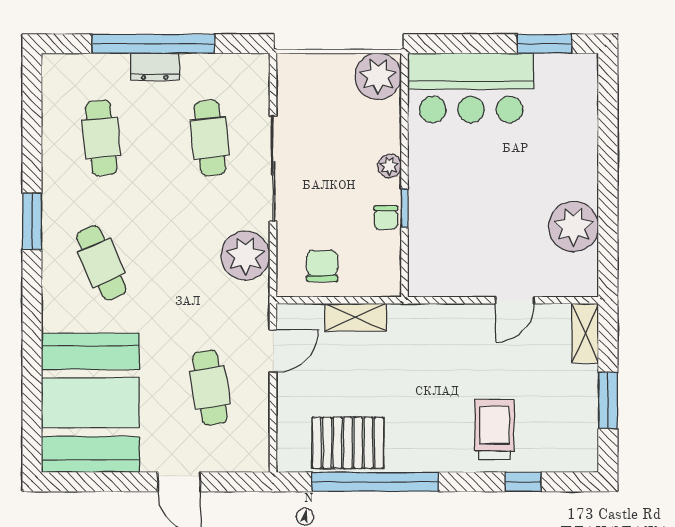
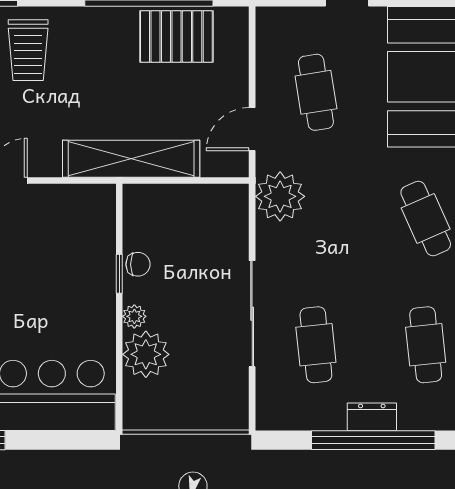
plant: (378, 76) -> (146, 354), moved
chair: (386, 218) -> (138, 264), turned 90
plant: (245, 256) -> (280, 196), moved
chair: (322, 266) -> (202, 215), removed
shelving: (356, 317) -> (131, 159), width x2.20, depth x1.33

